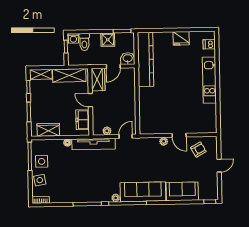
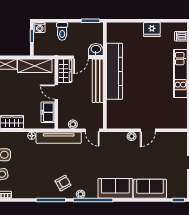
shower: (108, 40) -> (76, 30), removed
toilet: (84, 42) -> (62, 31), moved
kitchen counter: (145, 59) -> (114, 71), moved
bench: (130, 89) -> (98, 81), added
door: (179, 135) -> (148, 130), hinge flipped
door: (126, 136) -> (92, 130), swing flipped
armchair: (198, 150) -> (63, 183), moved
sofa: (143, 192) -> (115, 188), width x0.73

